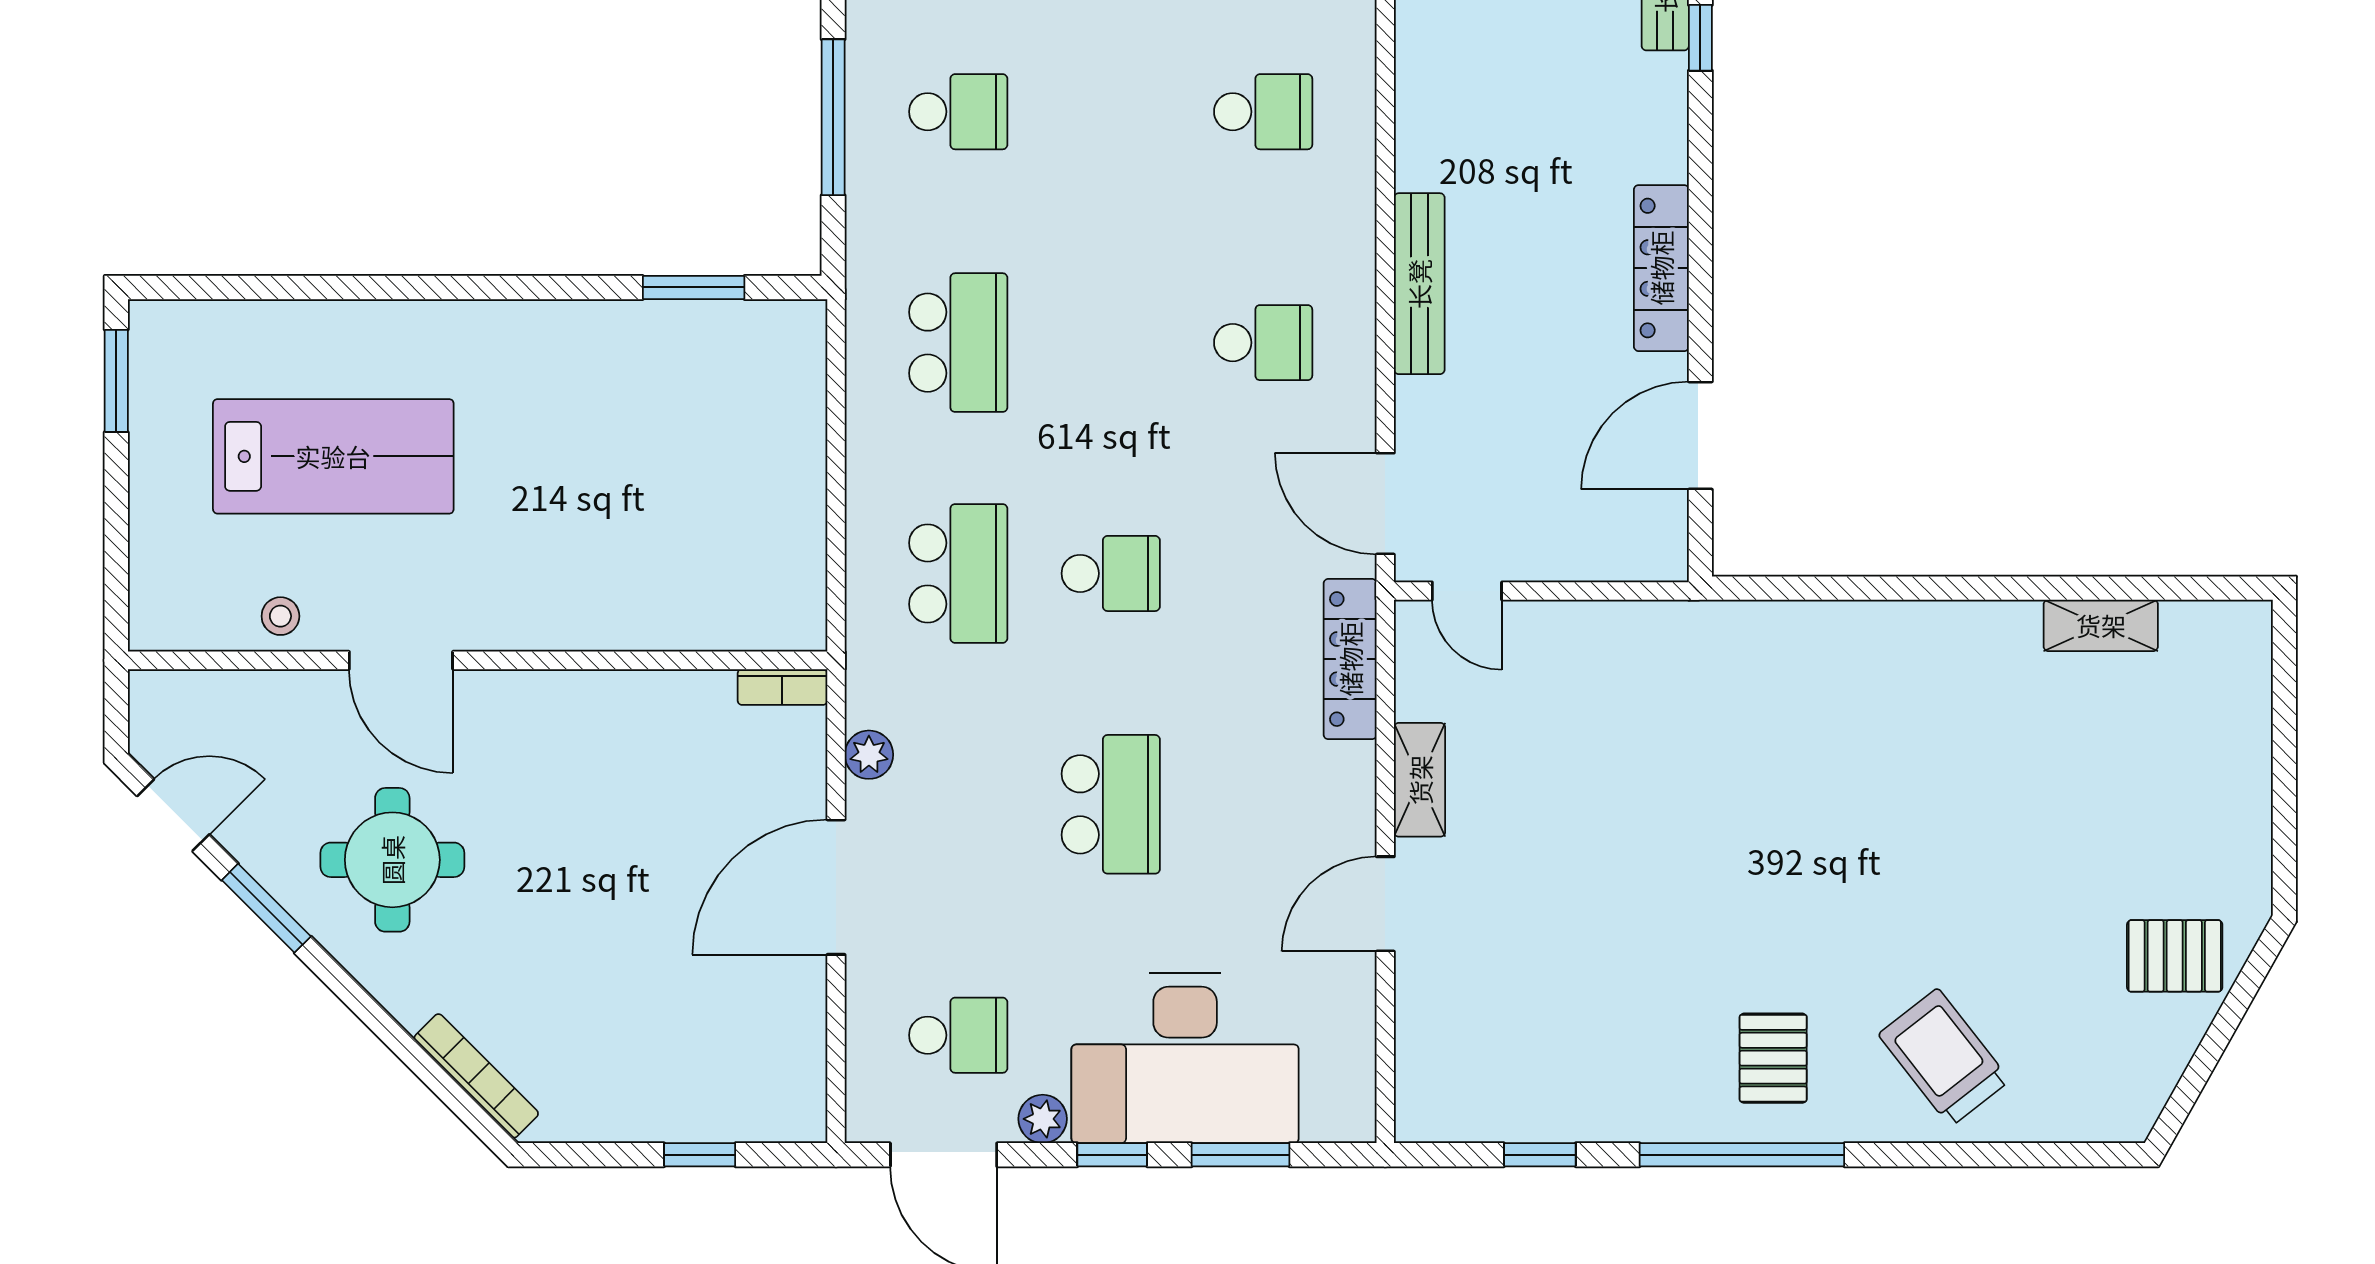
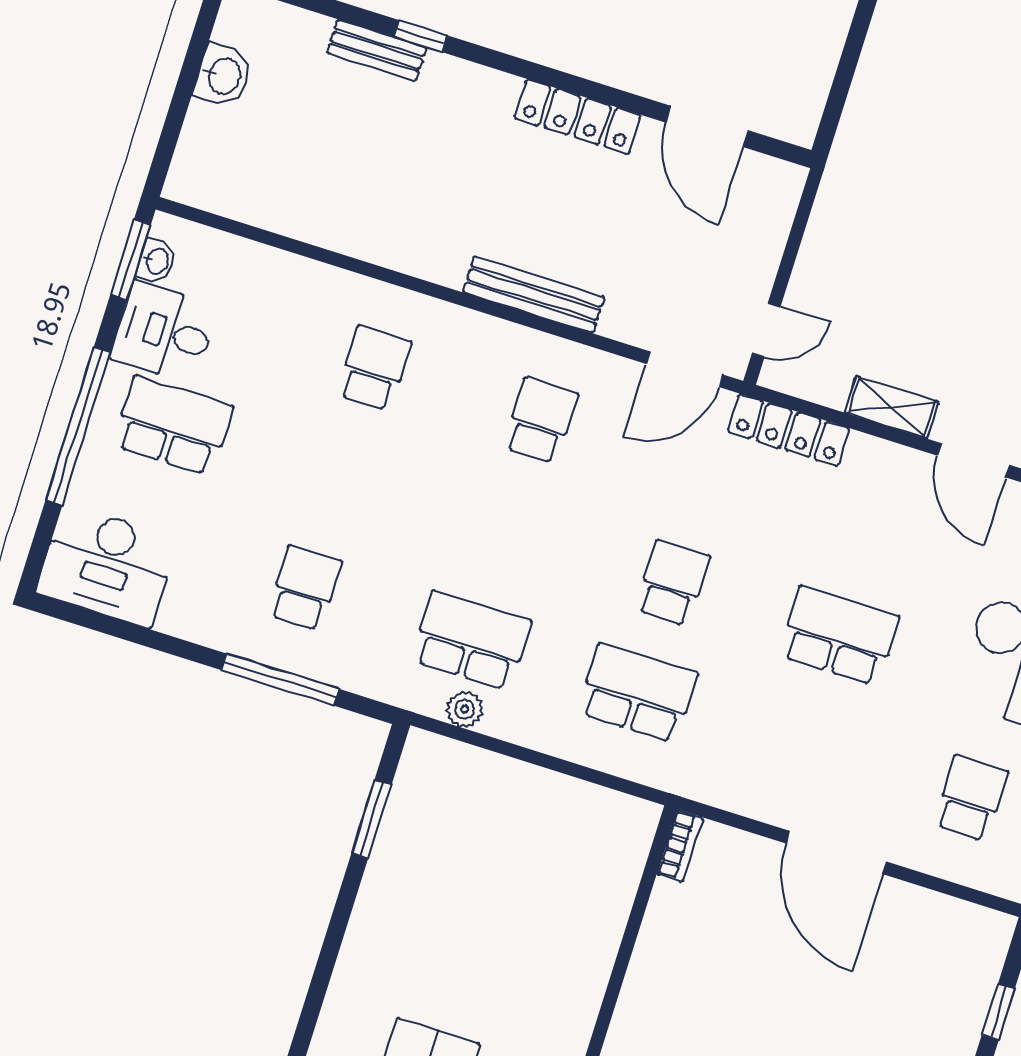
plant: (869, 755) -> (465, 709), moved

